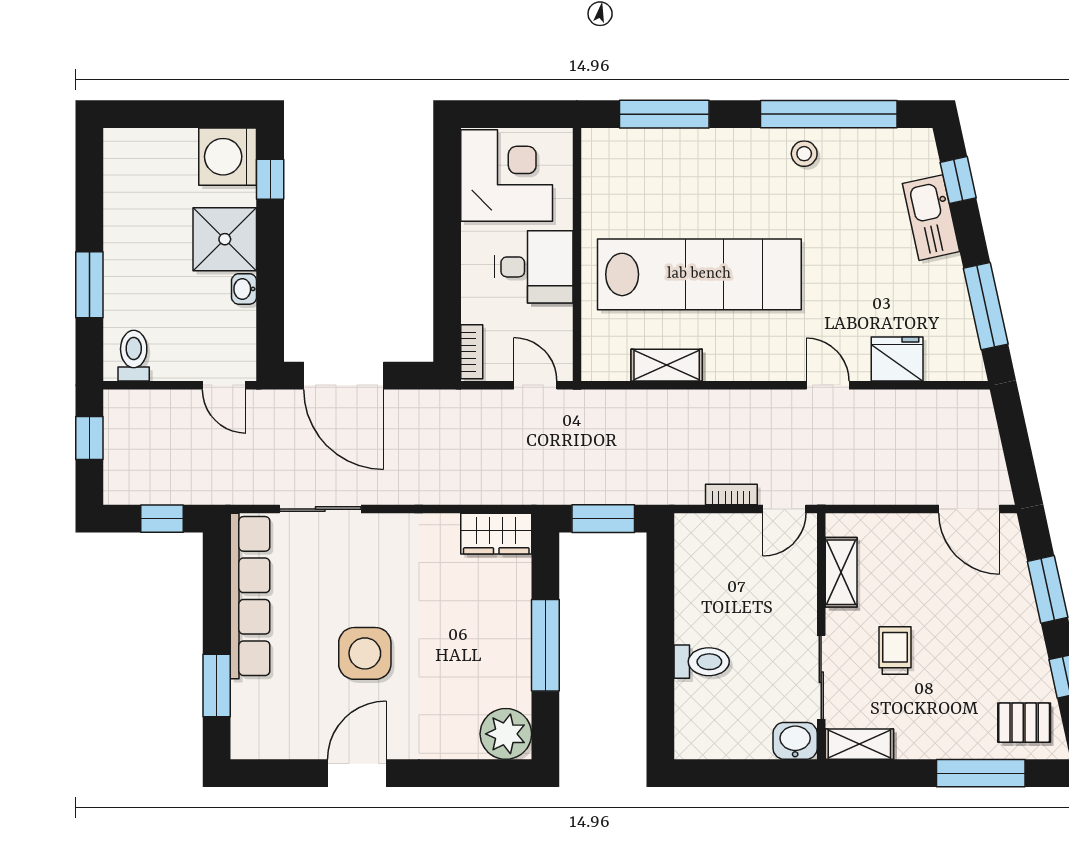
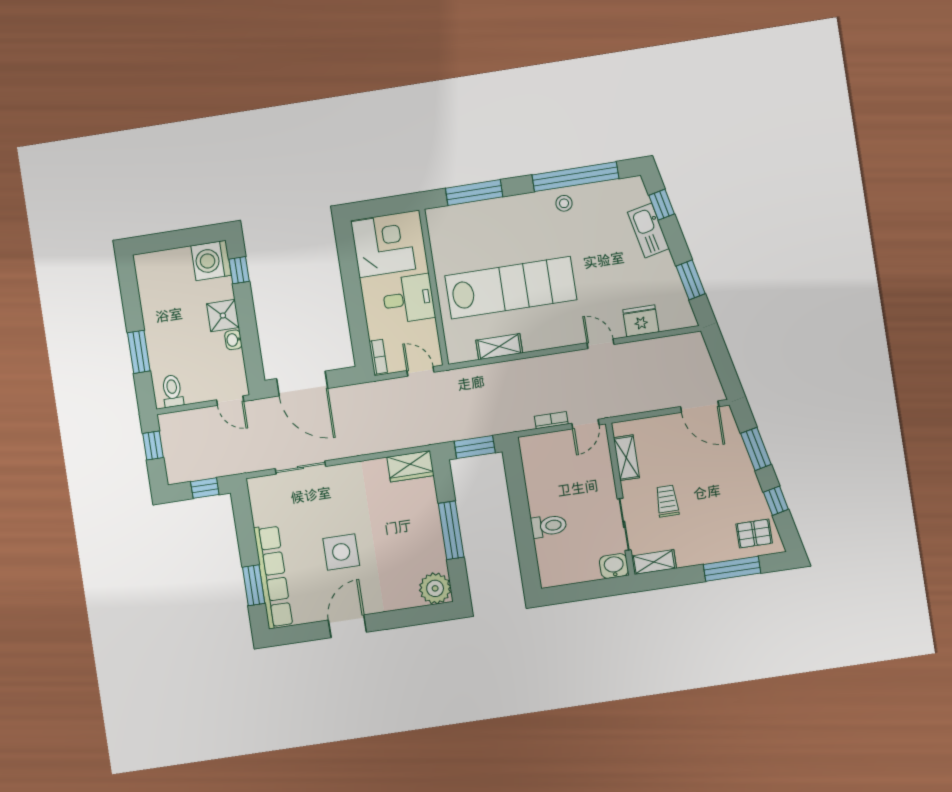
shower: (225, 239) -> (223, 316), width x0.73, depth x0.73
window: (986, 306) -> (691, 280), width x0.69
row of seats: (250, 596) -> (273, 577), moved

